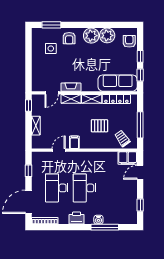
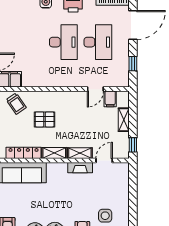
filing cabinet: (74, 142) -> (110, 99), moved

